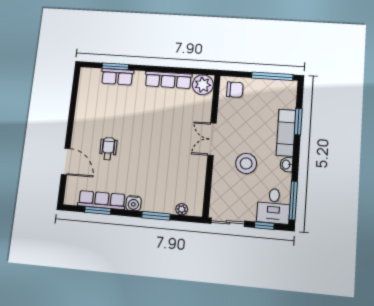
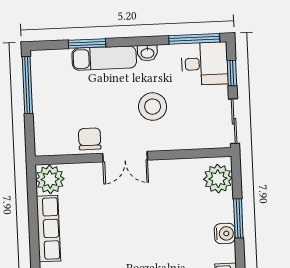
chair: (235, 90) -> (90, 139), moved
water cooler: (133, 203) -> (225, 233), moved
plant: (182, 209) -> (218, 179), width x1.88, depth x1.88

